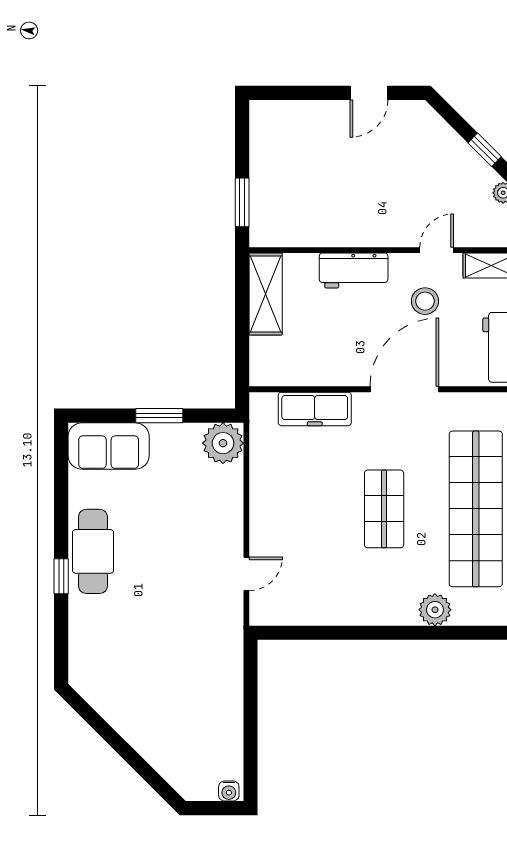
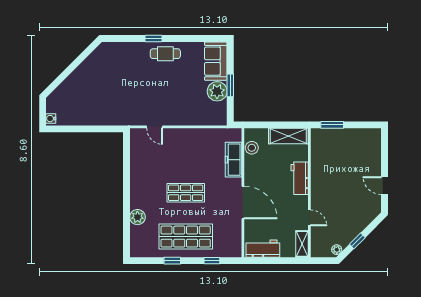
stool: (425, 301) -> (252, 148), moved
plant: (223, 443) -> (217, 91), moved
shop shelf: (476, 509) -> (186, 237), width x0.71
cafe table: (93, 551) -> (165, 54), width x0.73, depth x0.74

